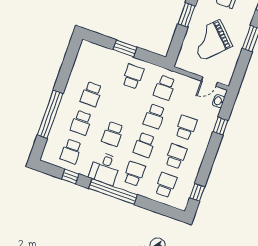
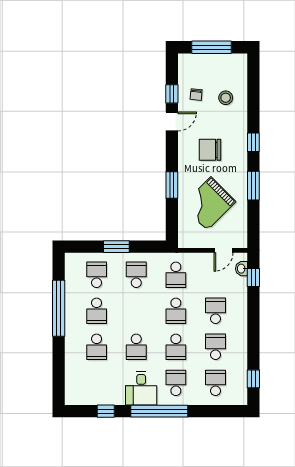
window: (50, 114) -> (59, 308), moved
window: (220, 126) -> (253, 278), moved
school desk: (71, 151) -> (97, 275), moved, turned 180

